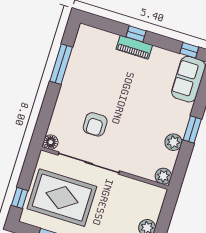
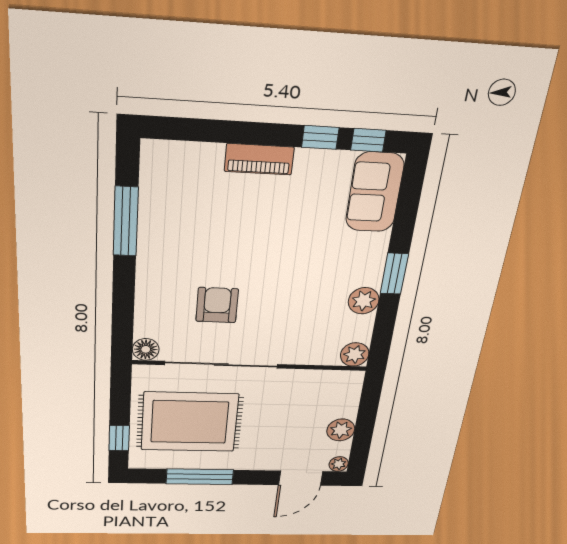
window: (136, 34) -> (320, 137), moved
armchair: (95, 124) -> (217, 305), turned 180

